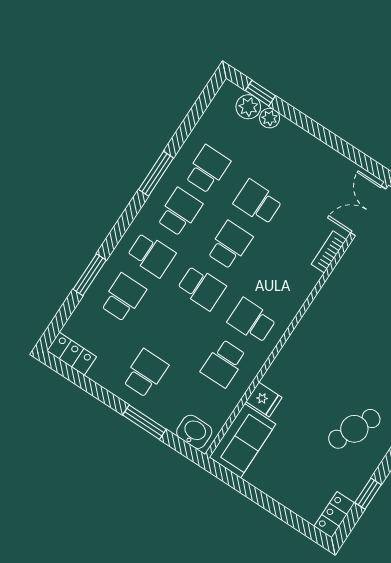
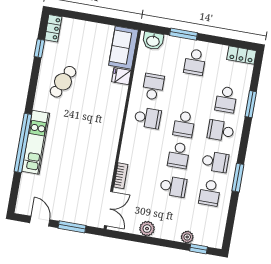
plant: (248, 107) -> (147, 229), moved
school desk: (179, 212) -> (215, 162), turned -90
school desk: (202, 288) -> (184, 124), turned -90

